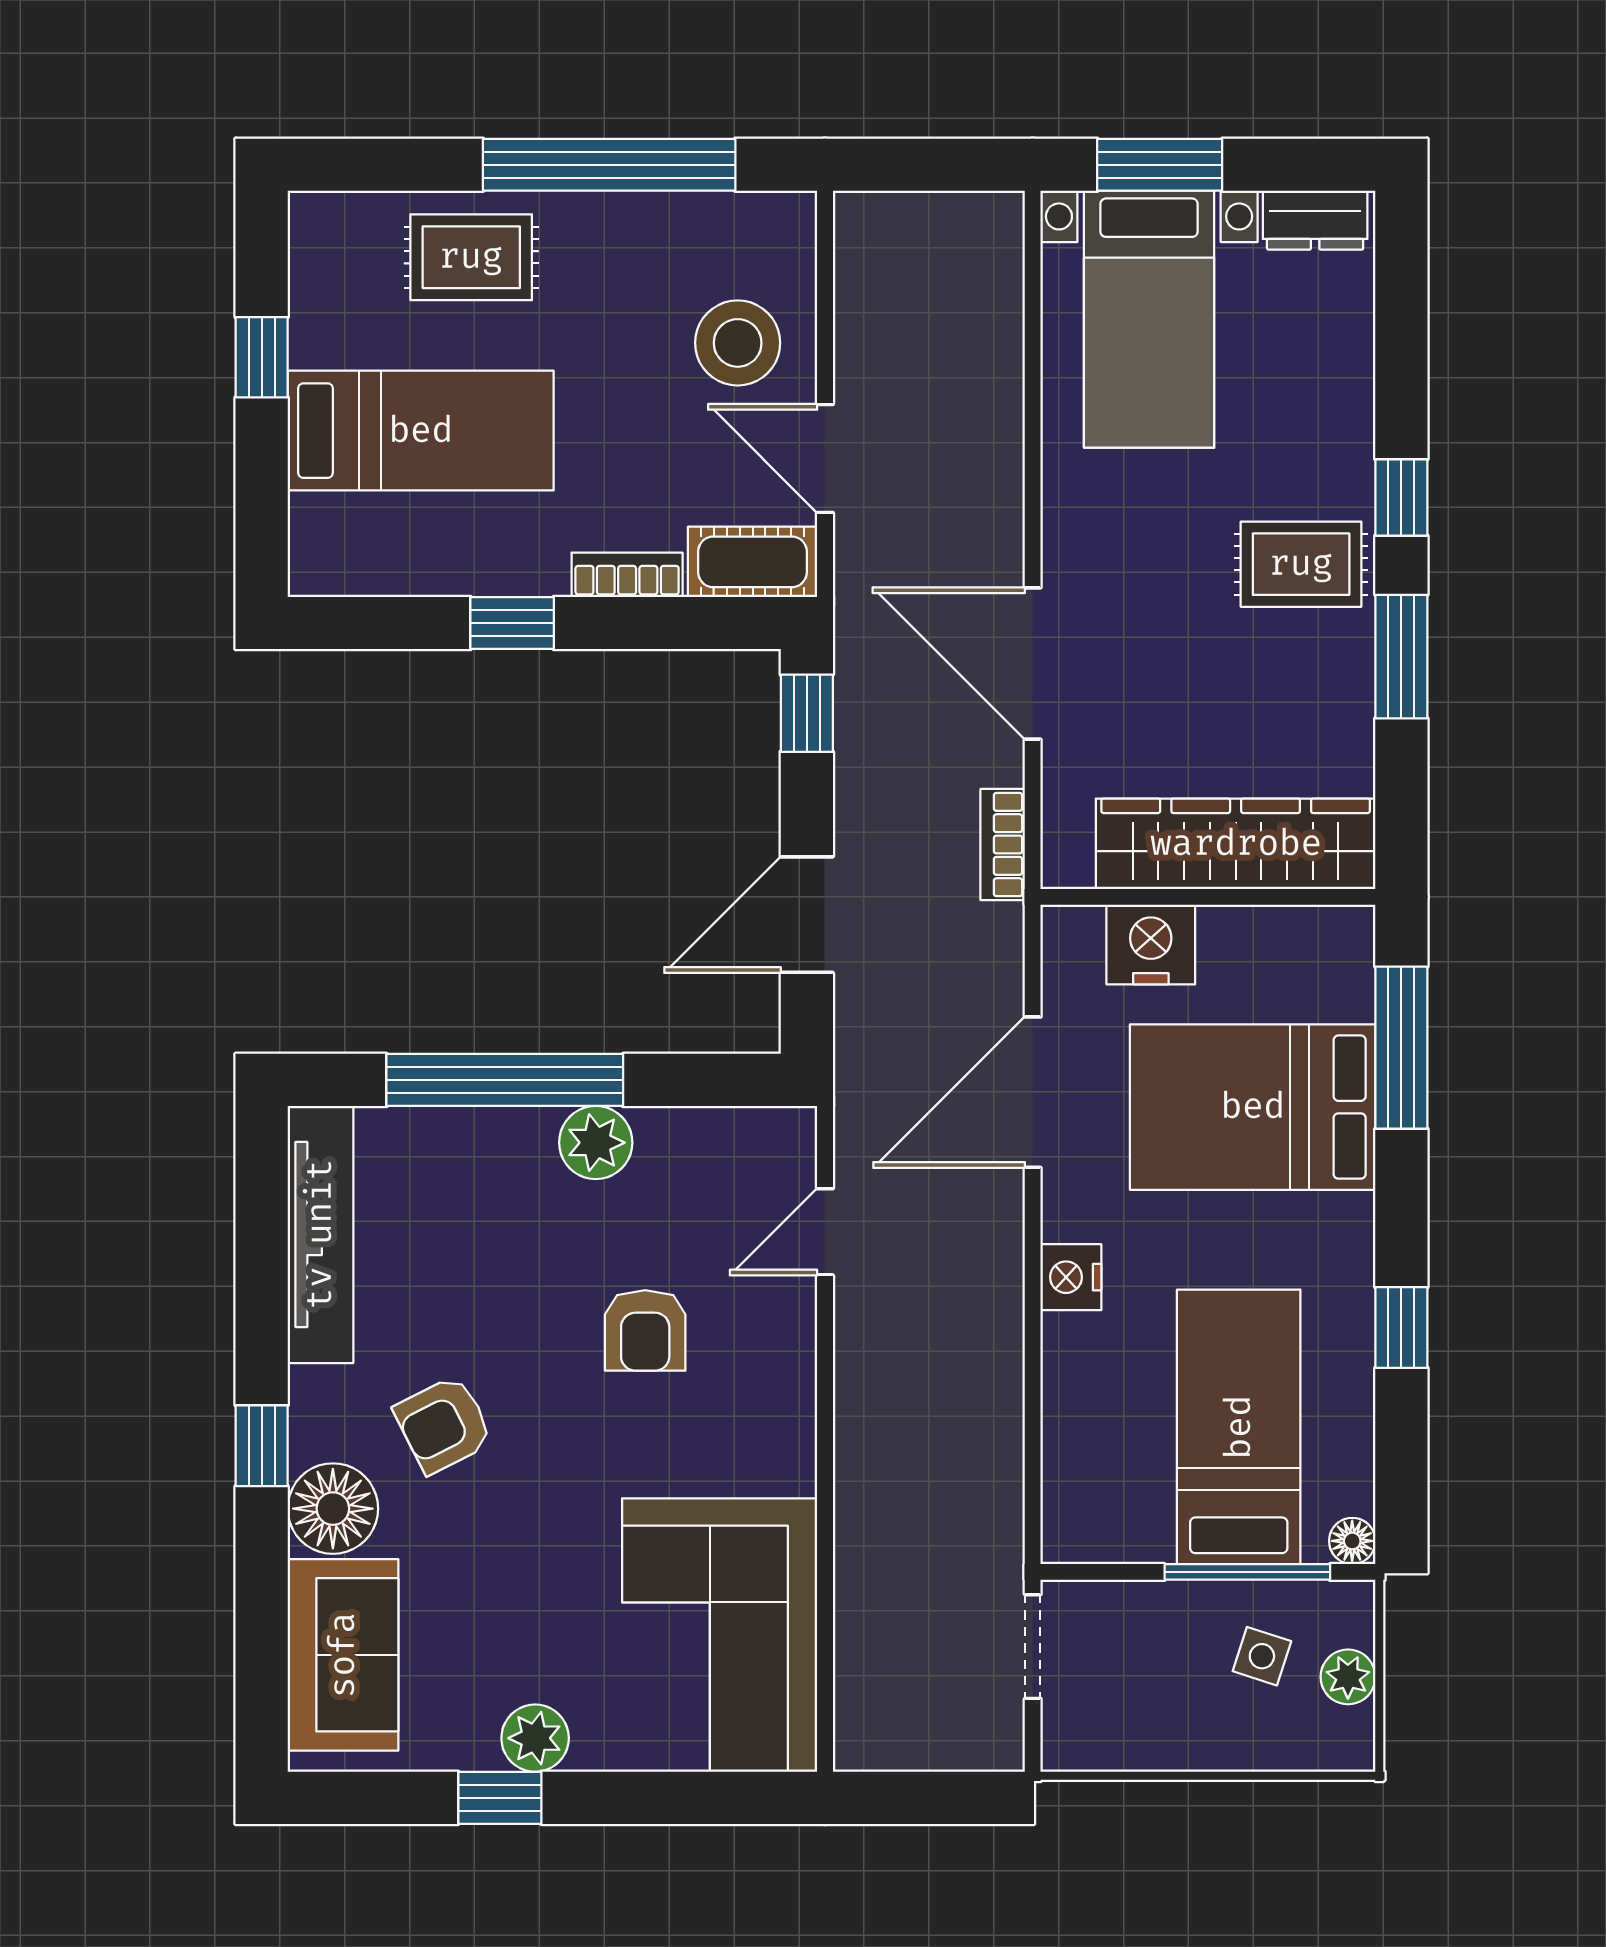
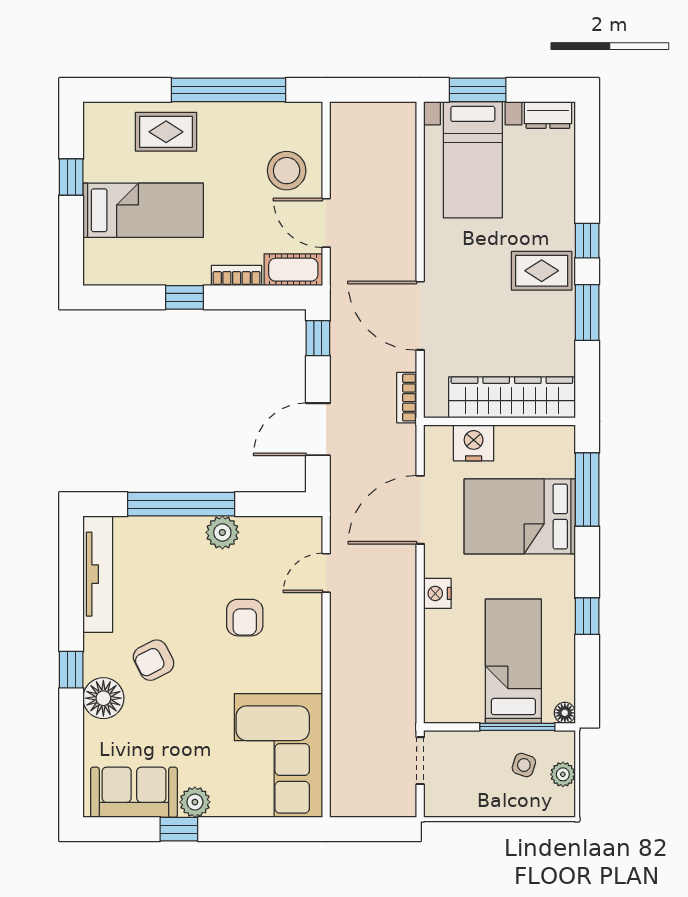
sofa: (343, 1655) -> (134, 792), moved, turned -90

